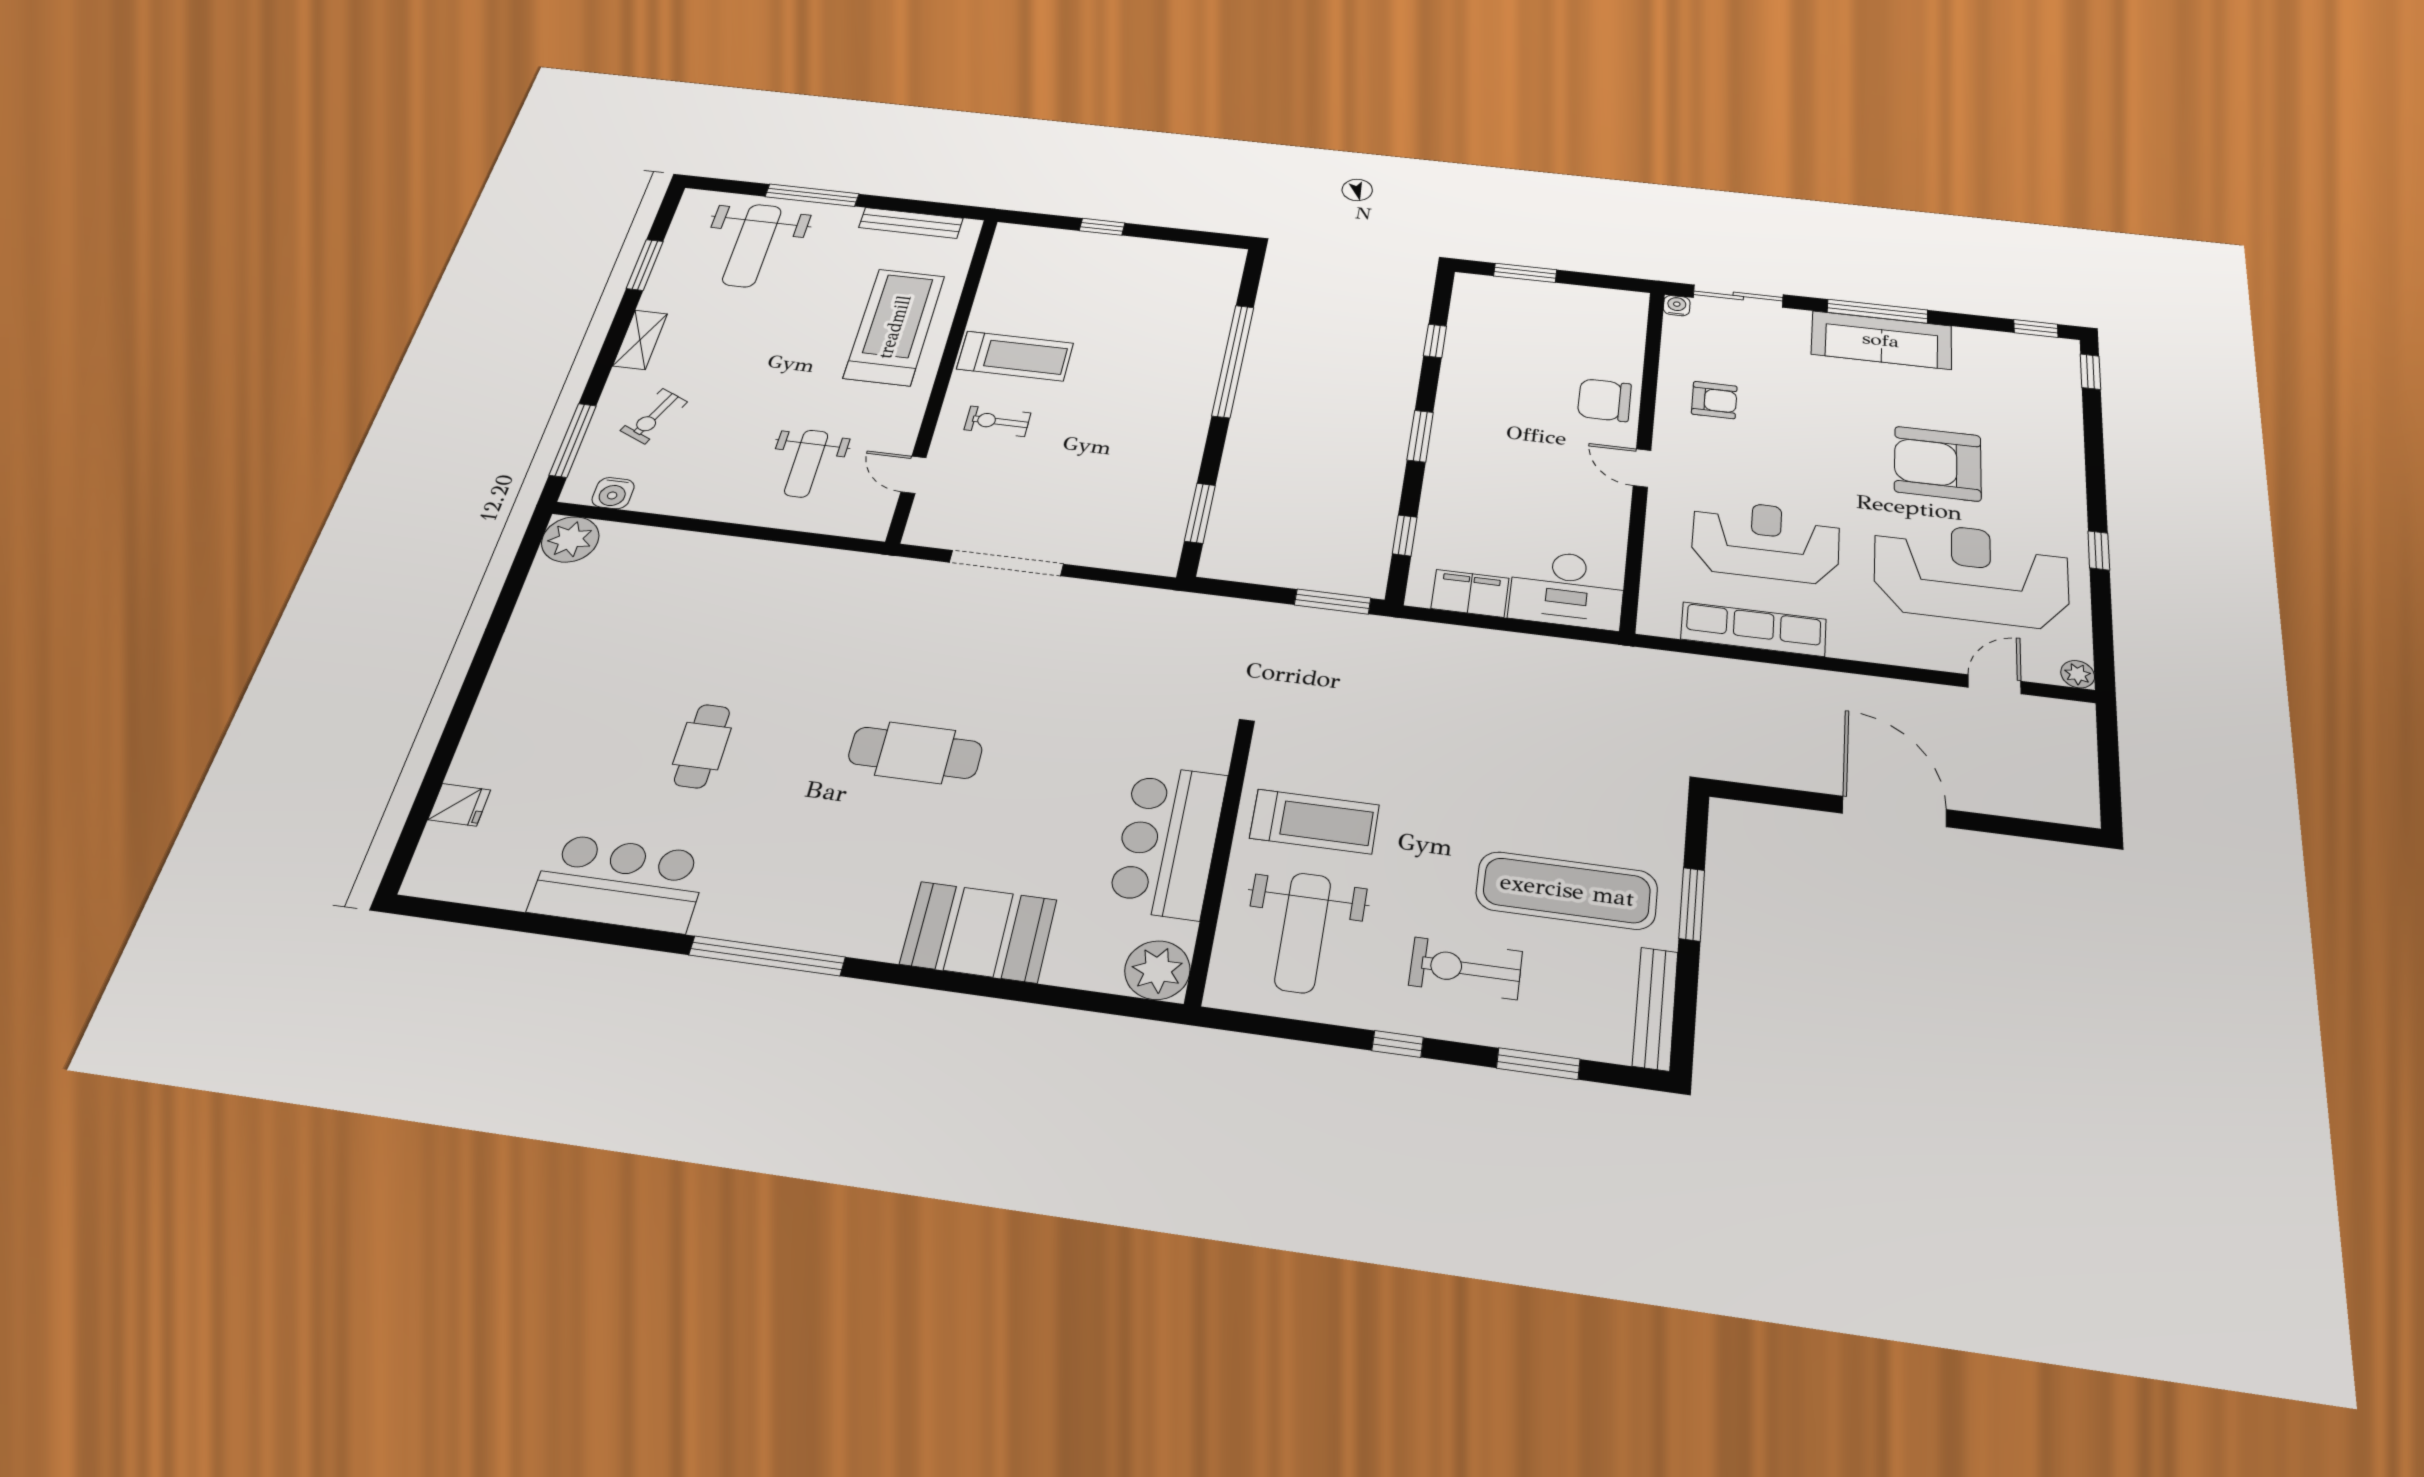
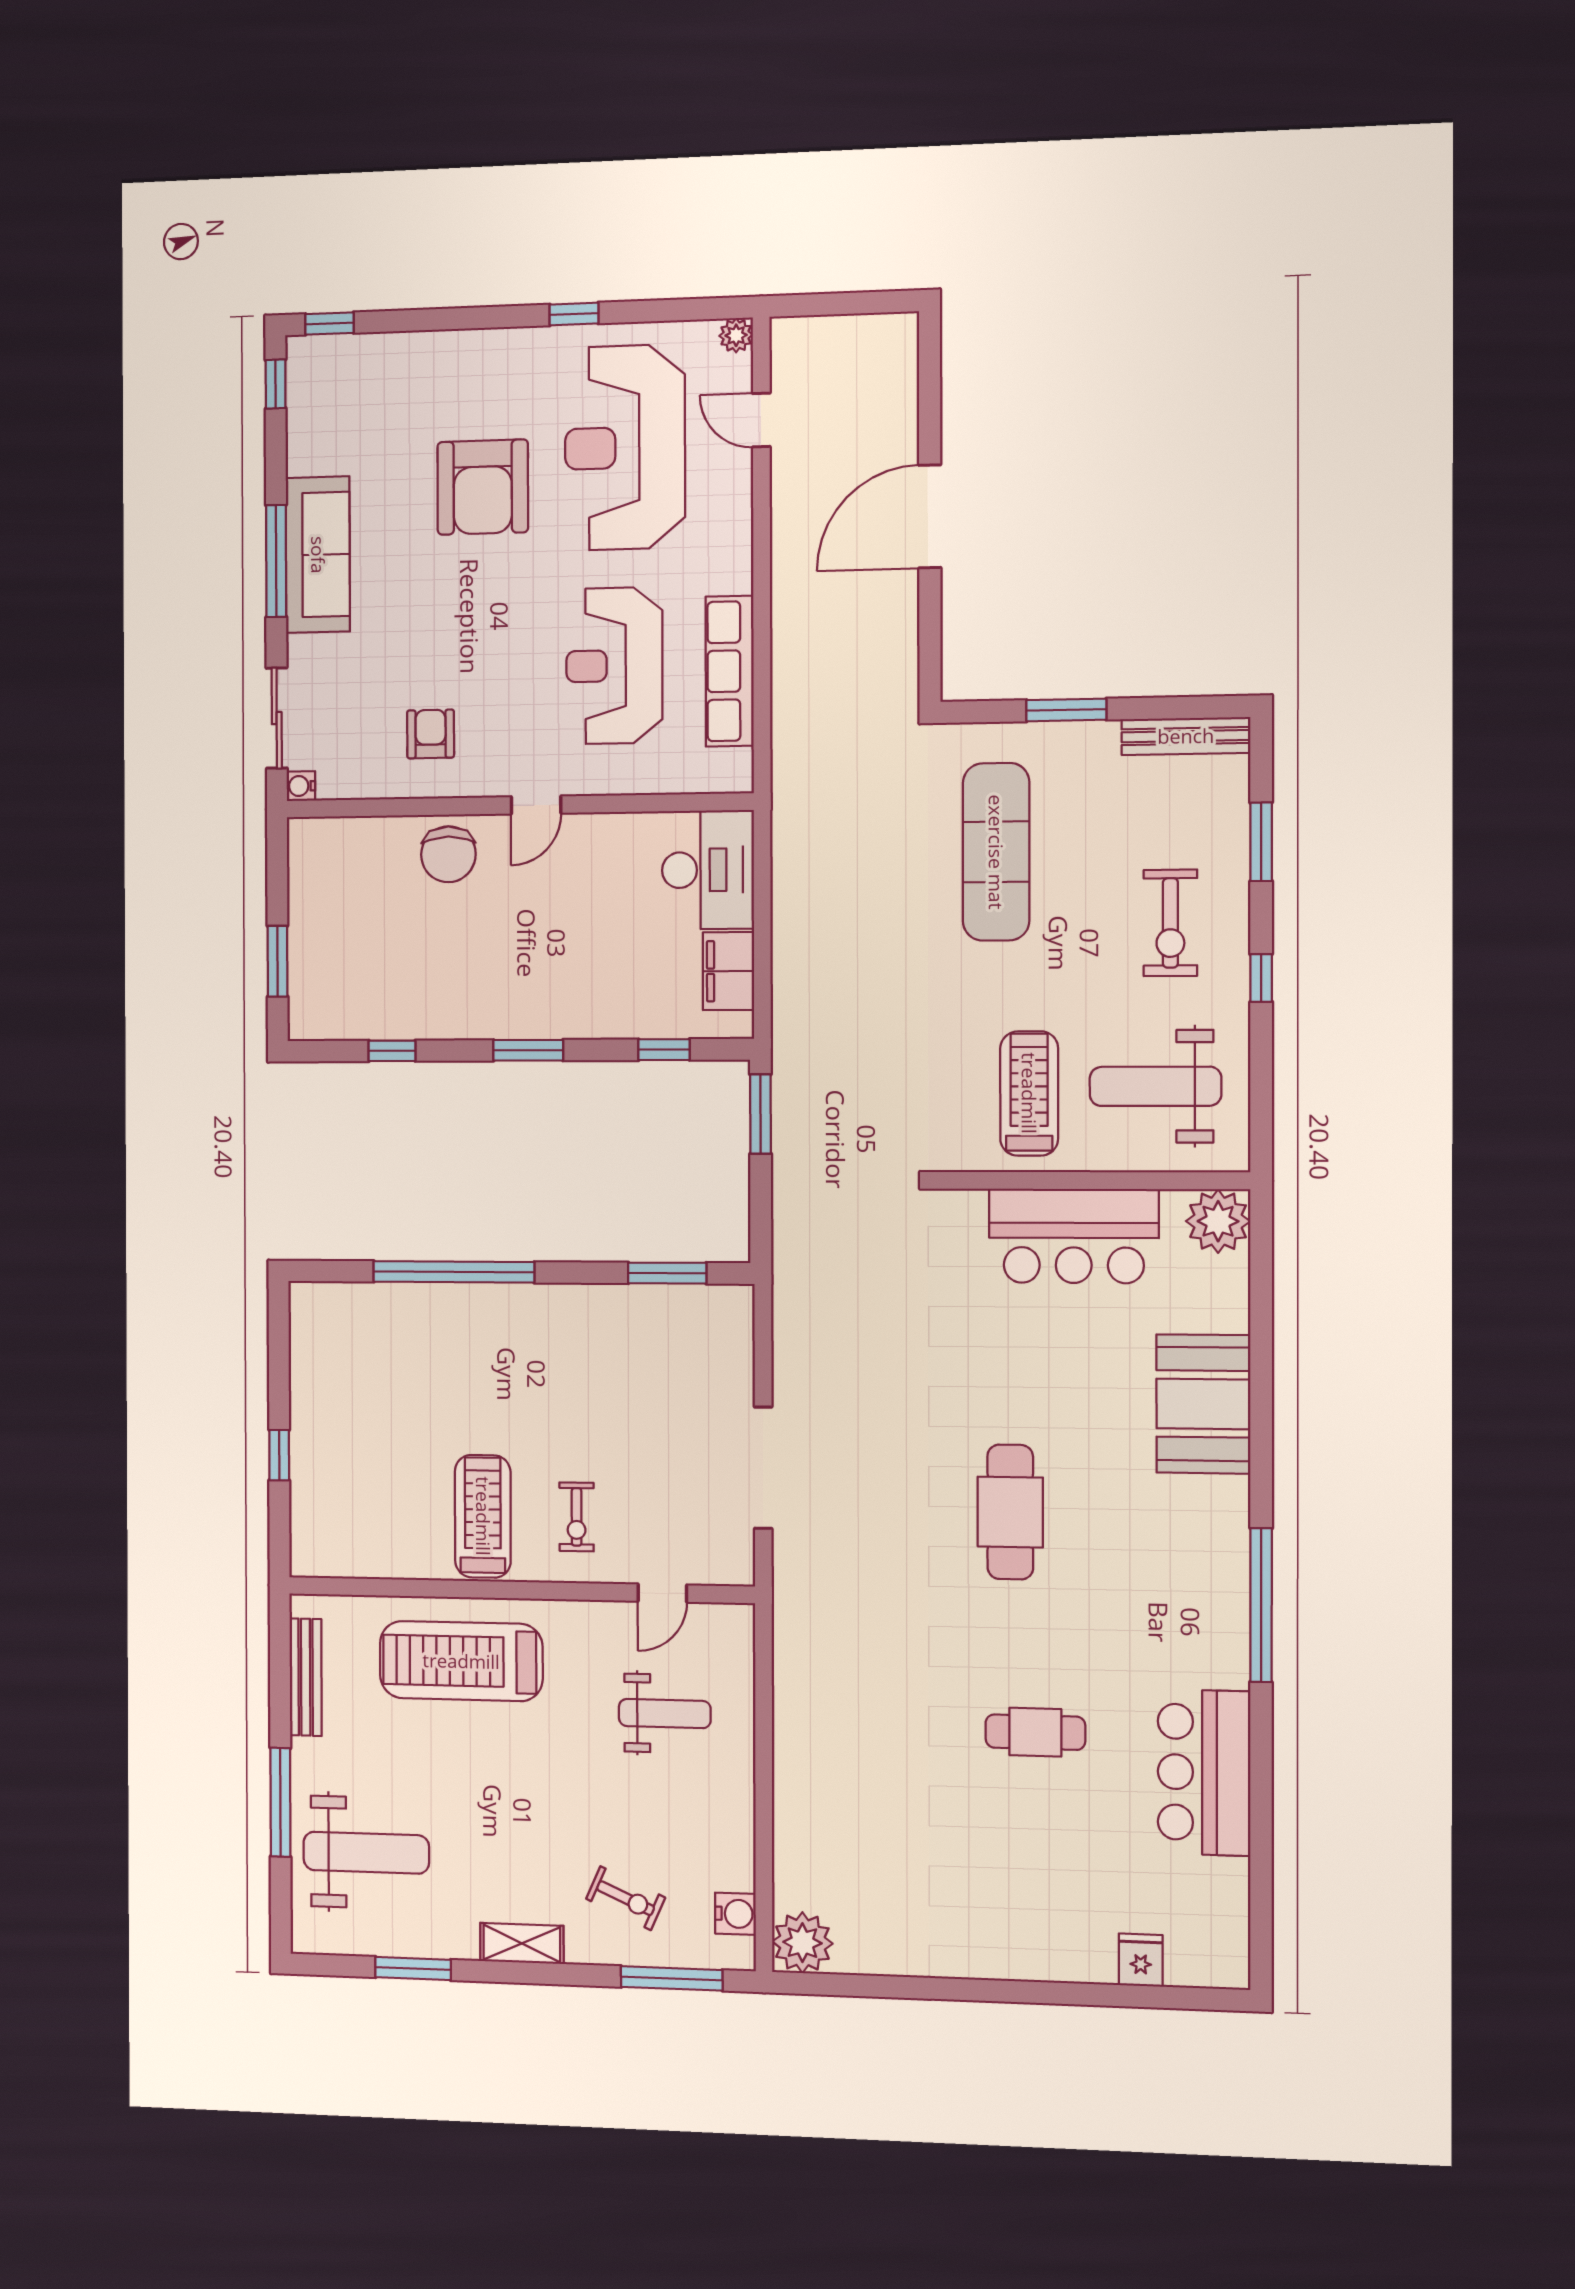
exercise mat: (1567, 890) -> (996, 852), moved
weight bench: (1303, 932) -> (1155, 1086), turned 180

